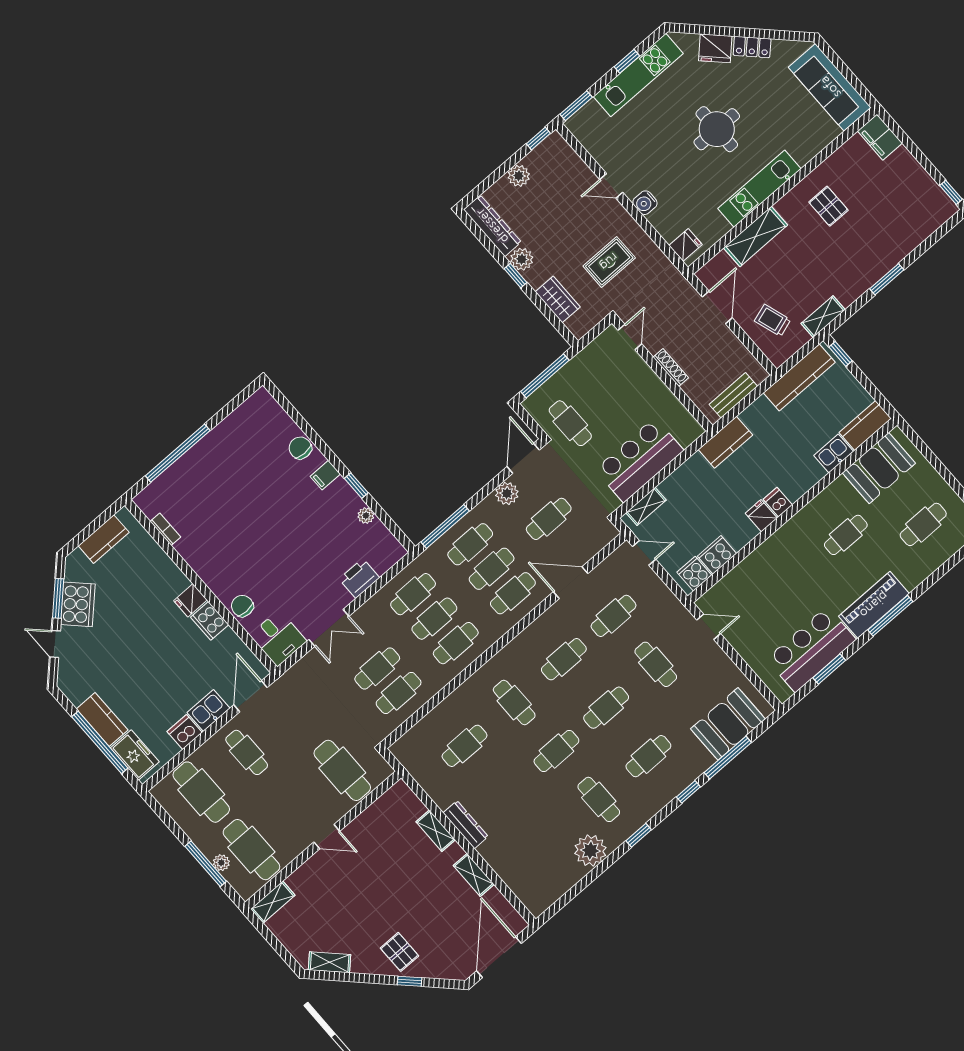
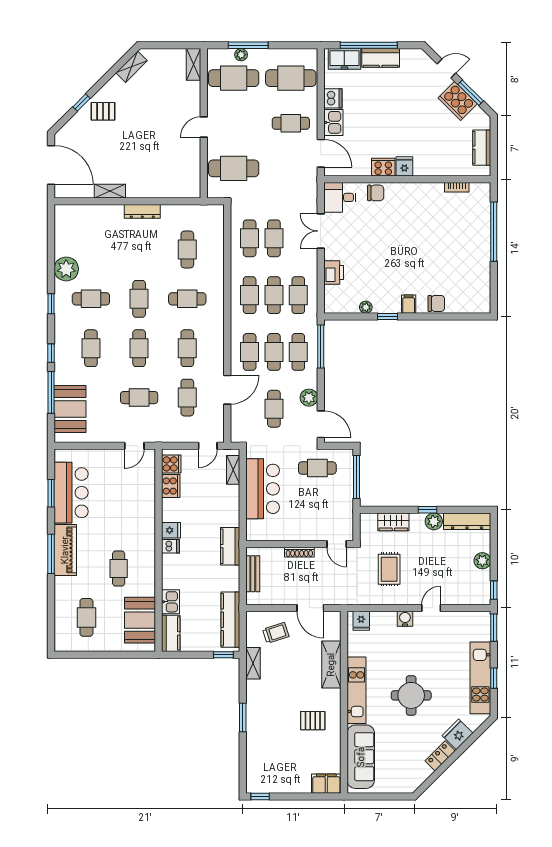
sofa: (830, 87) -> (361, 757), moved, turned 90
shelving: (436, 831) -> (154, 191), removed

